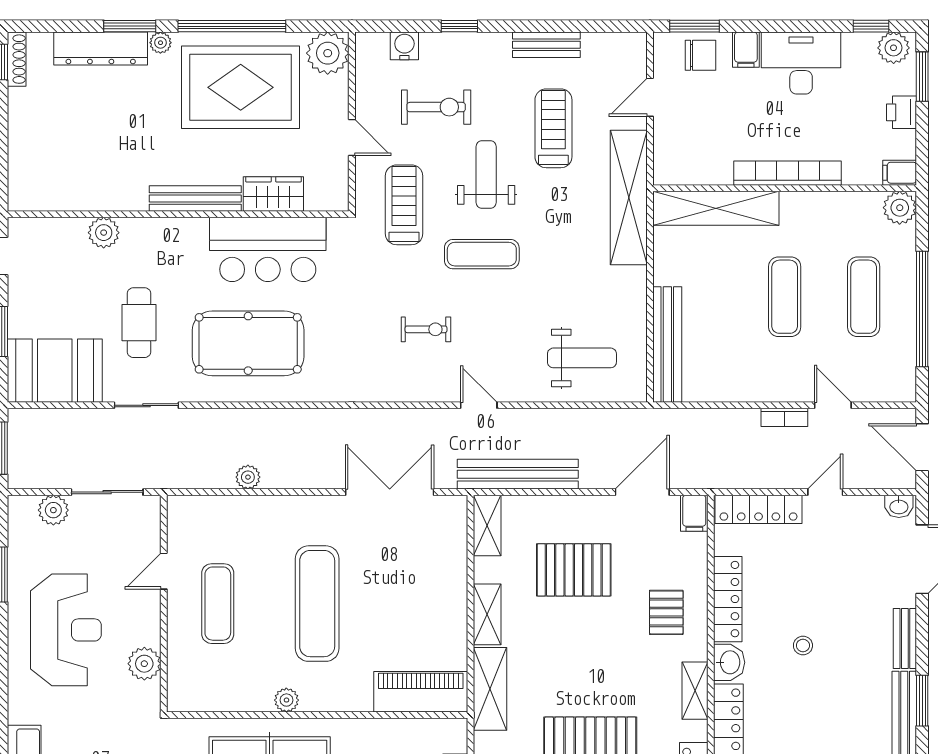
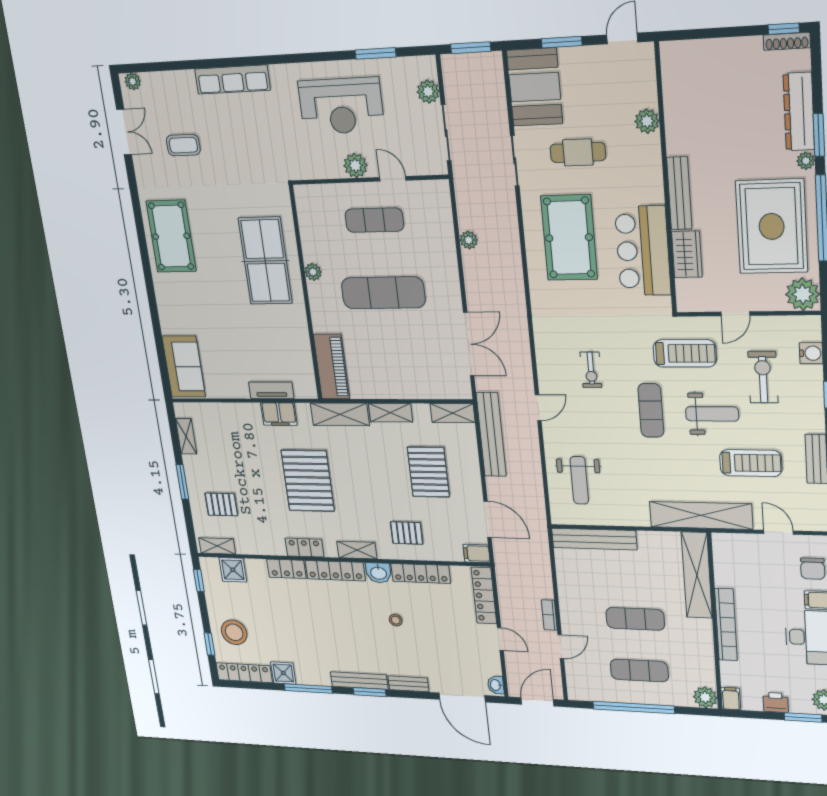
exercise bike: (436, 107) -> (763, 377), turned 180
plant: (144, 664) -> (355, 166), moved

